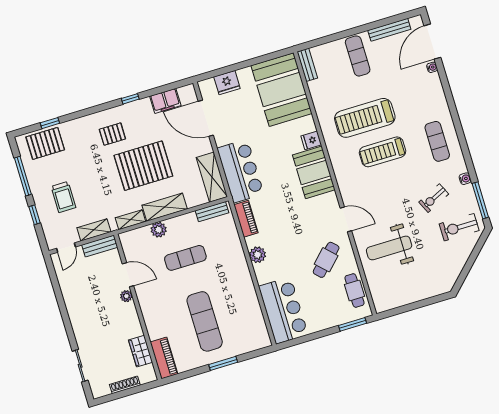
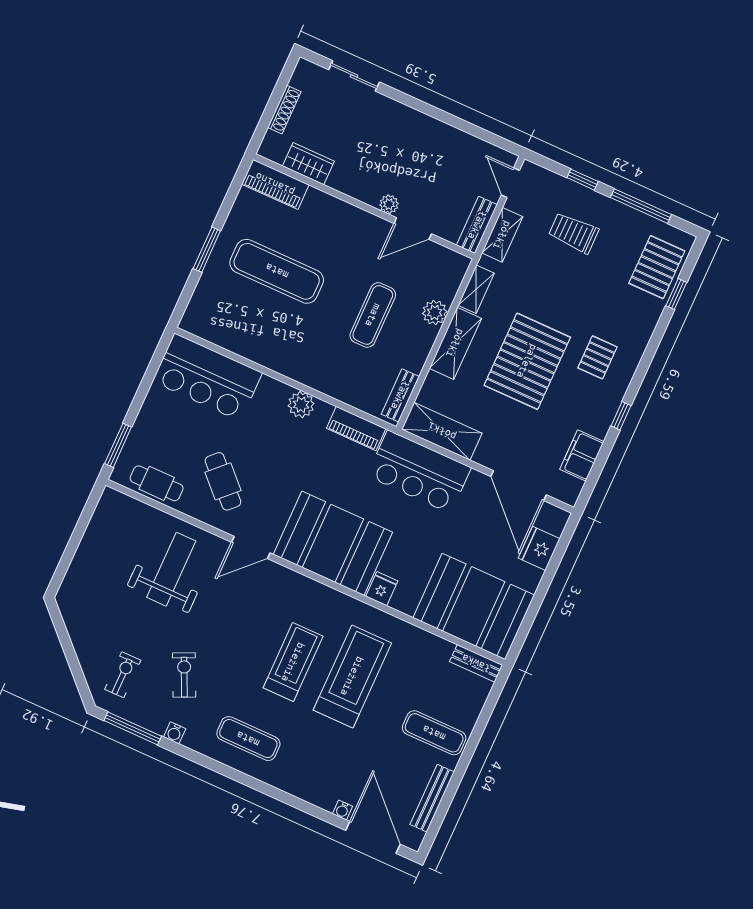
door: (206, 118) -> (519, 486), swing flipped
booth: (314, 172) -> (333, 543), width x1.36, depth x1.42
exercise bike: (459, 227) -> (123, 675), width x0.73, depth x0.72

